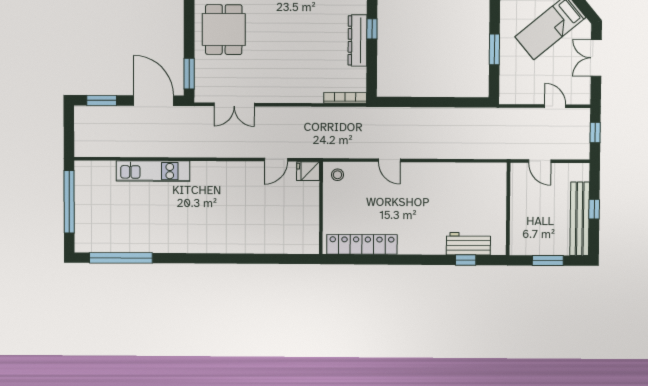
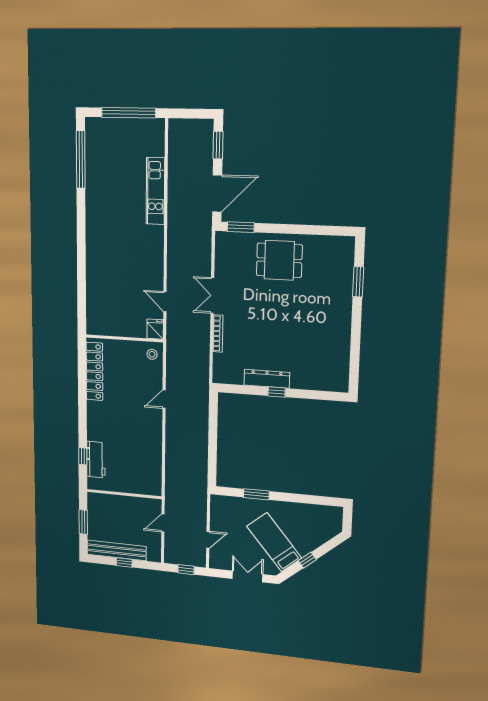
bookcase: (345, 98) -> (218, 334), moved
double door: (234, 104) -> (212, 295), moved

